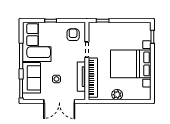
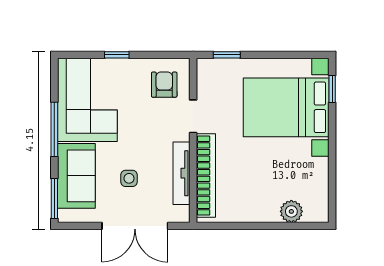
bed with nightstands: (131, 64) -> (286, 107), moved
plant: (117, 95) -> (291, 211), moved

